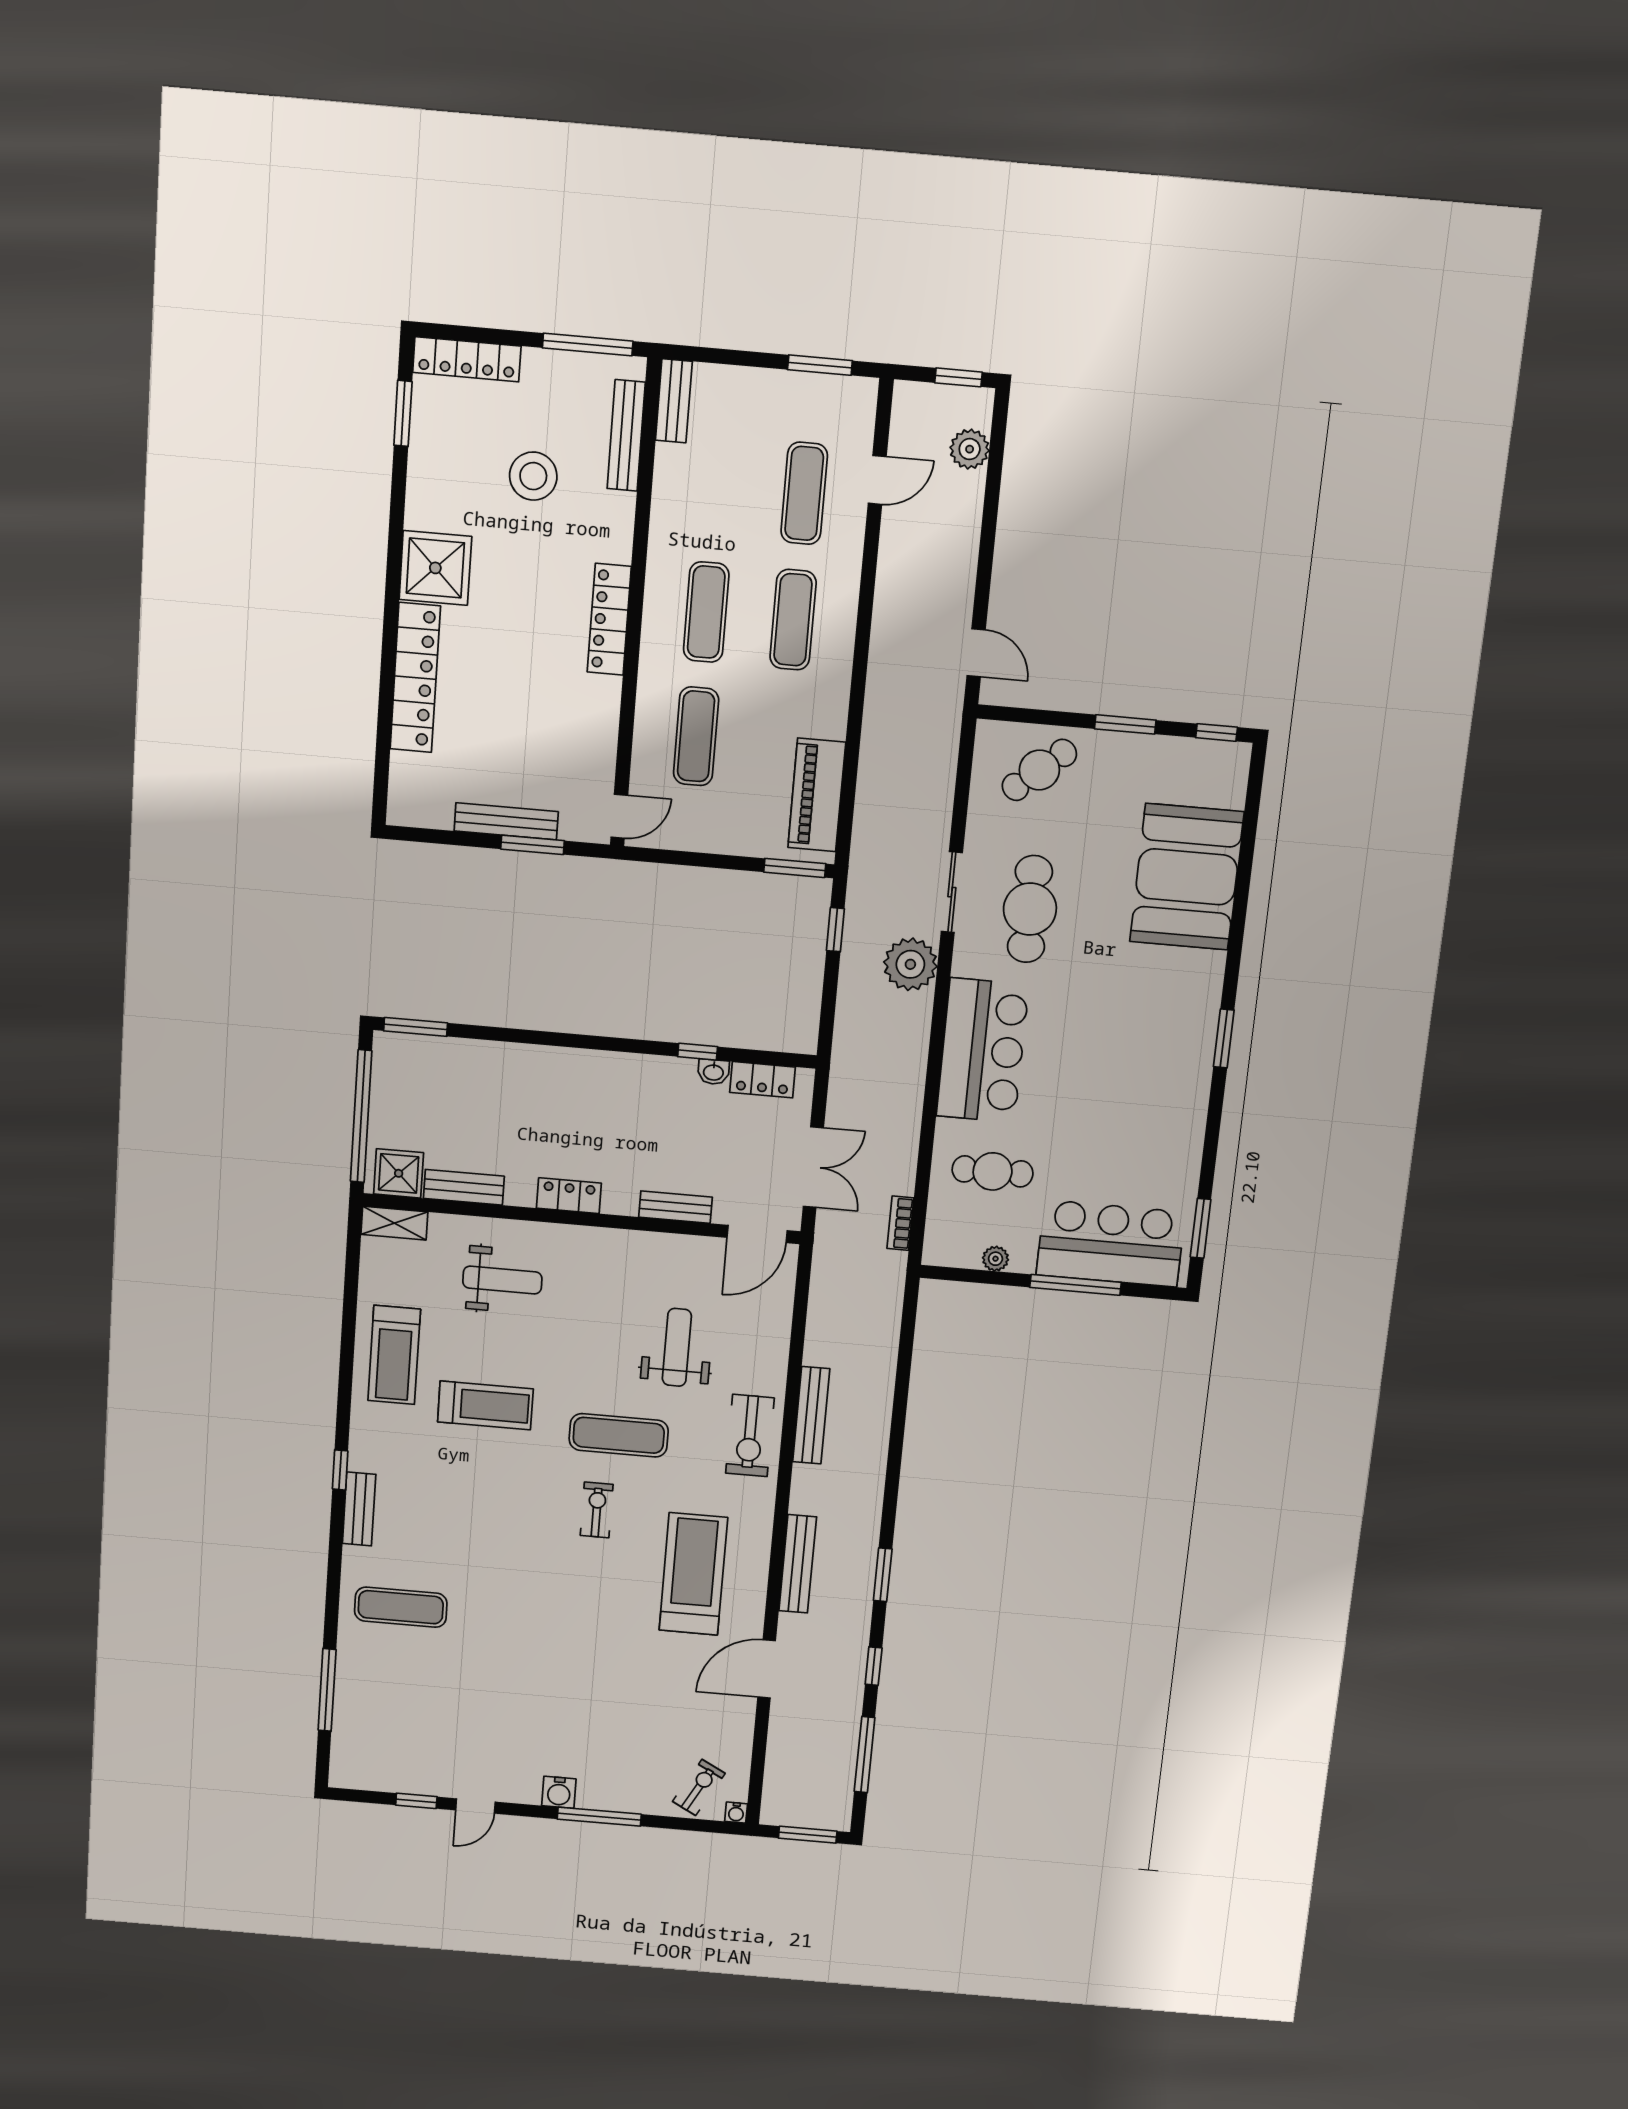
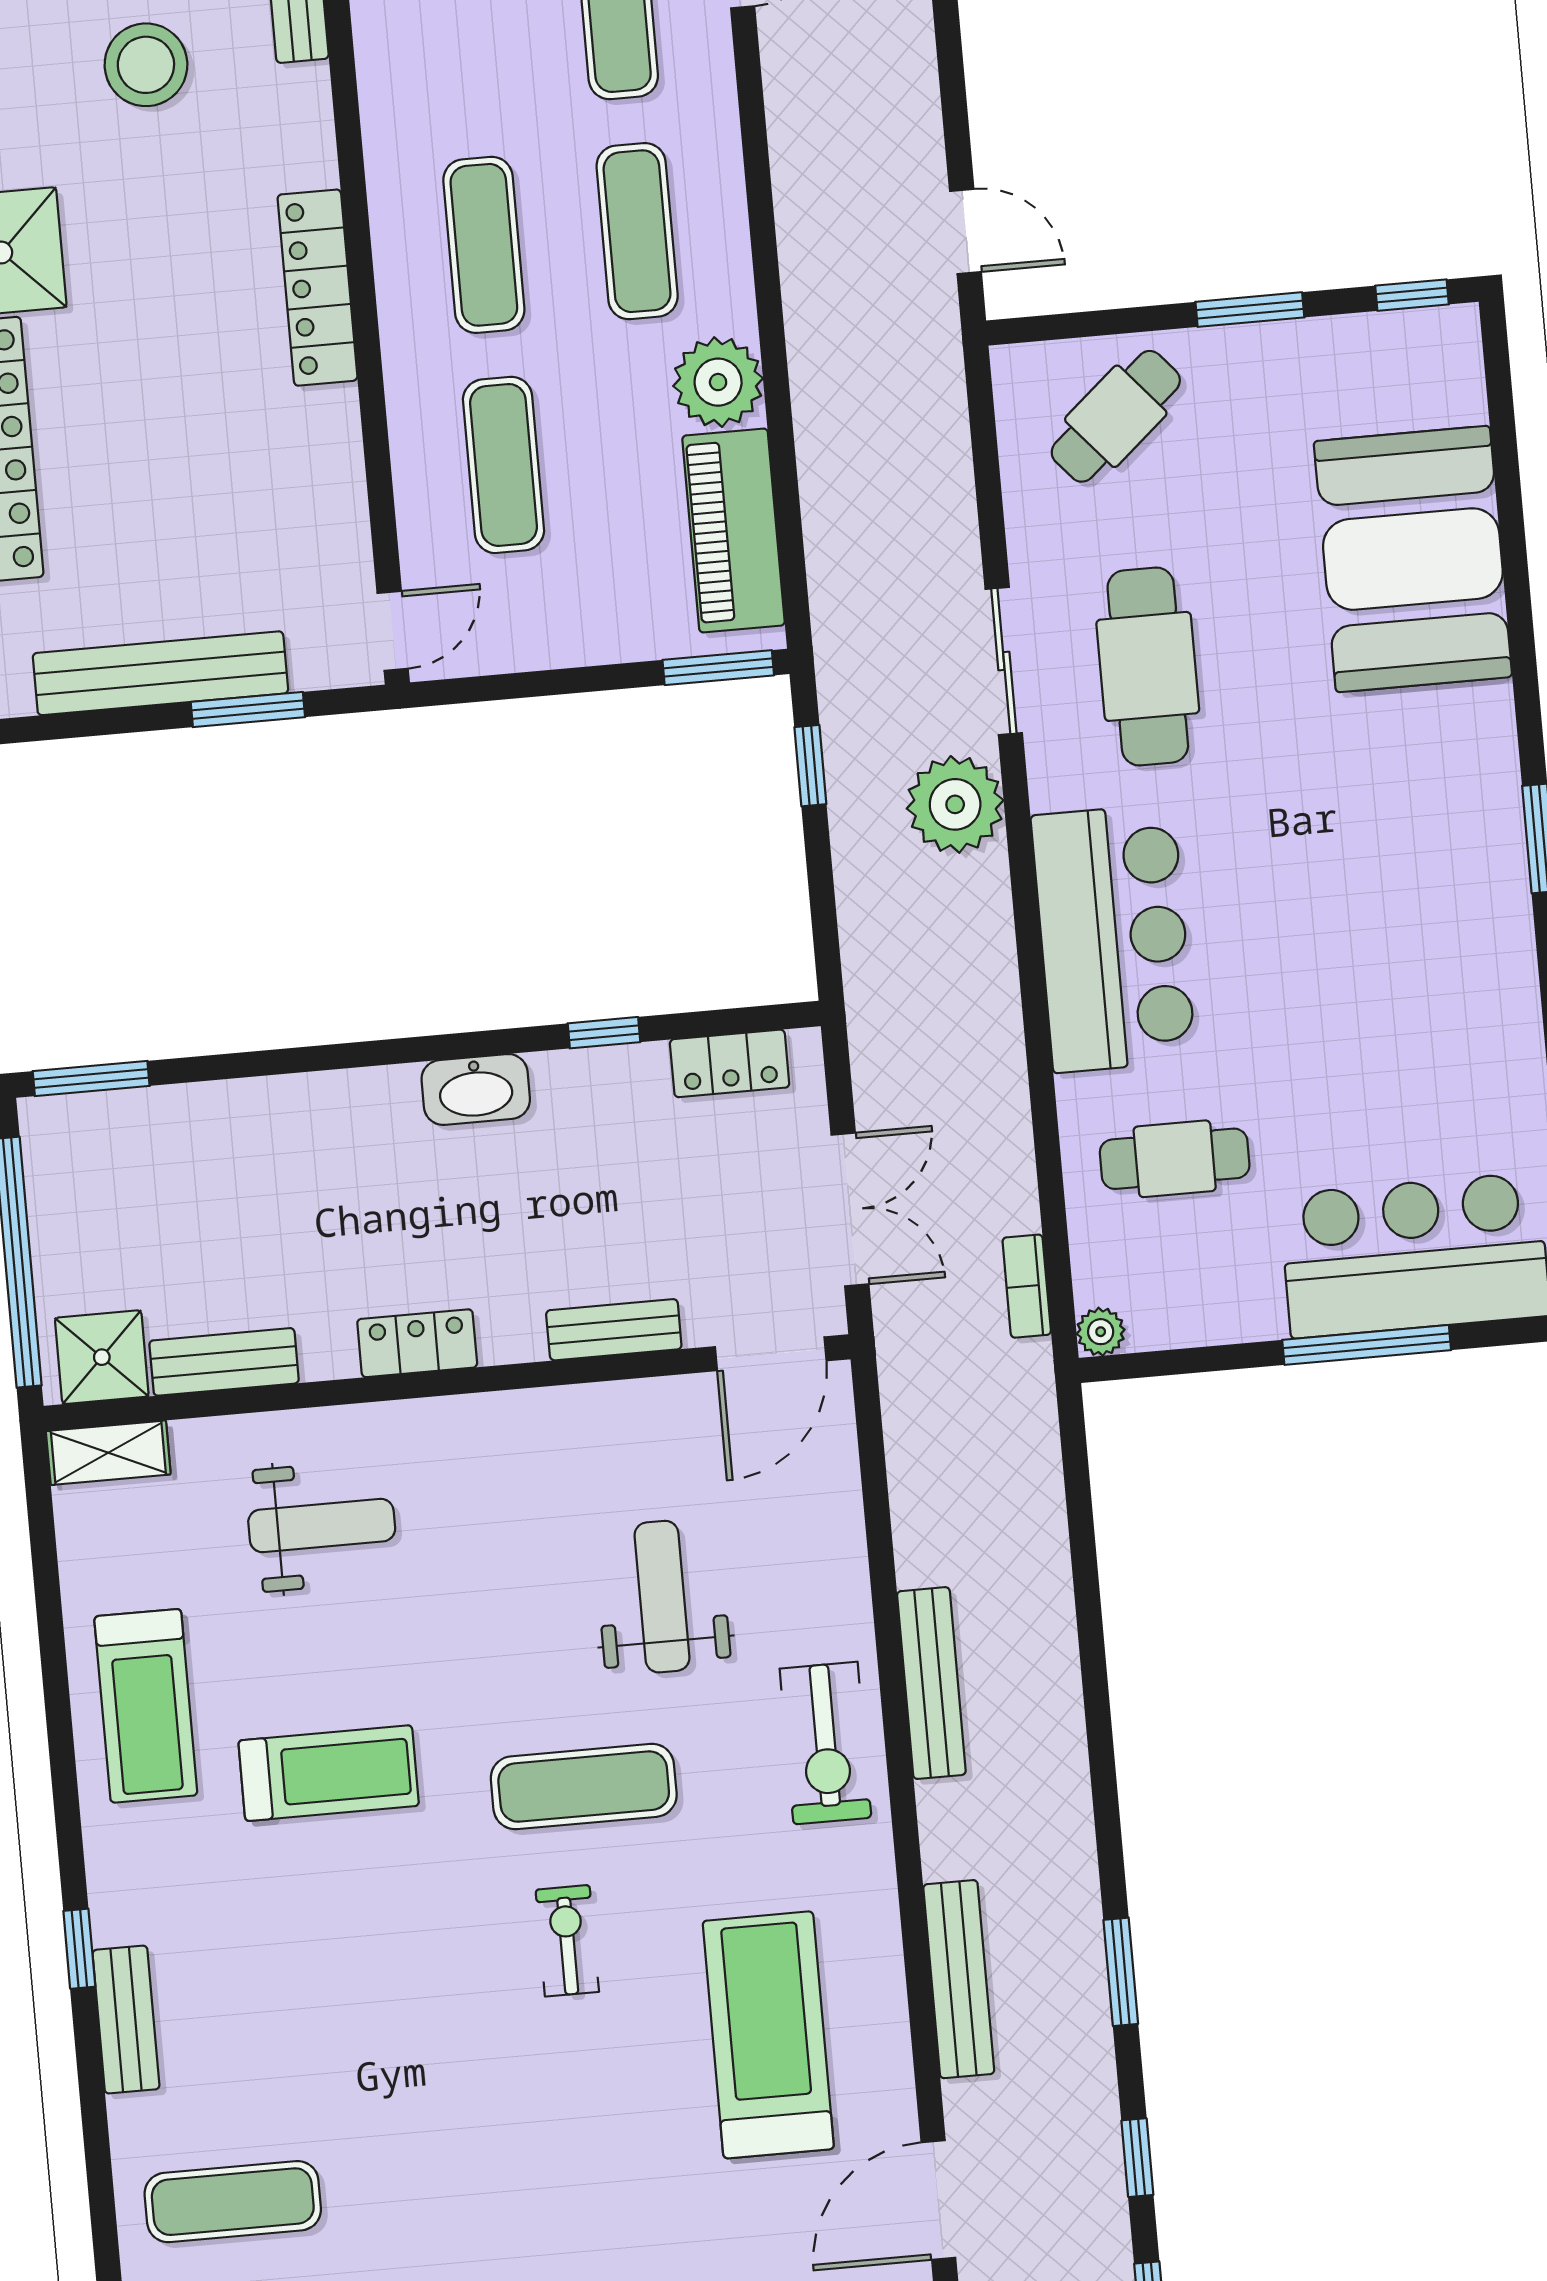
plant: (823, 712) -> (718, 382), added
bench: (506, 821) -> (160, 673), width x1.37, depth x1.21
washbasin: (713, 1072) -> (476, 1089), moved, width x1.91, depth x1.45
plant: (995, 1259) -> (1101, 1332), moved

